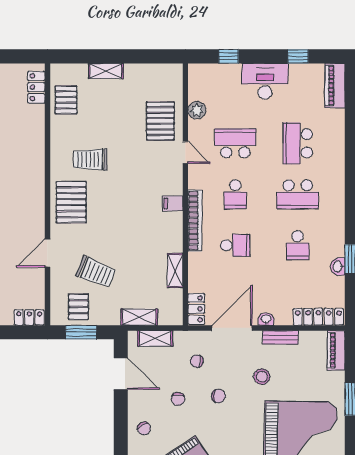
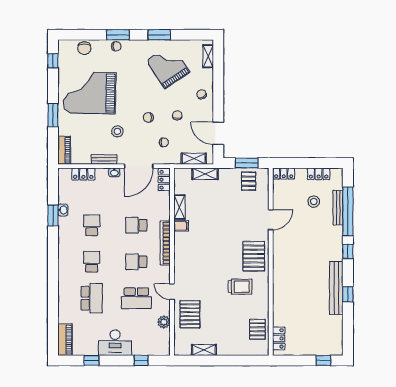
shelving: (106, 71) -> (204, 350), moved
school desk: (235, 194) -> (136, 262), turned -90
school desk: (298, 194) -> (92, 262), width x0.54
filing cabinet: (173, 203) -> (181, 226), moved
trolley: (96, 272) -> (236, 206), removed
locker: (318, 317) -> (83, 174), width x0.66

